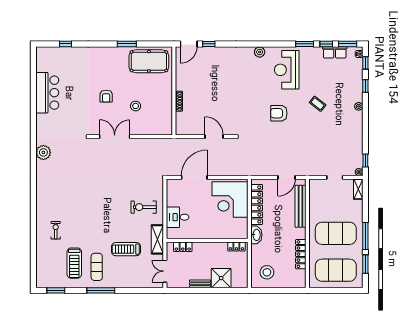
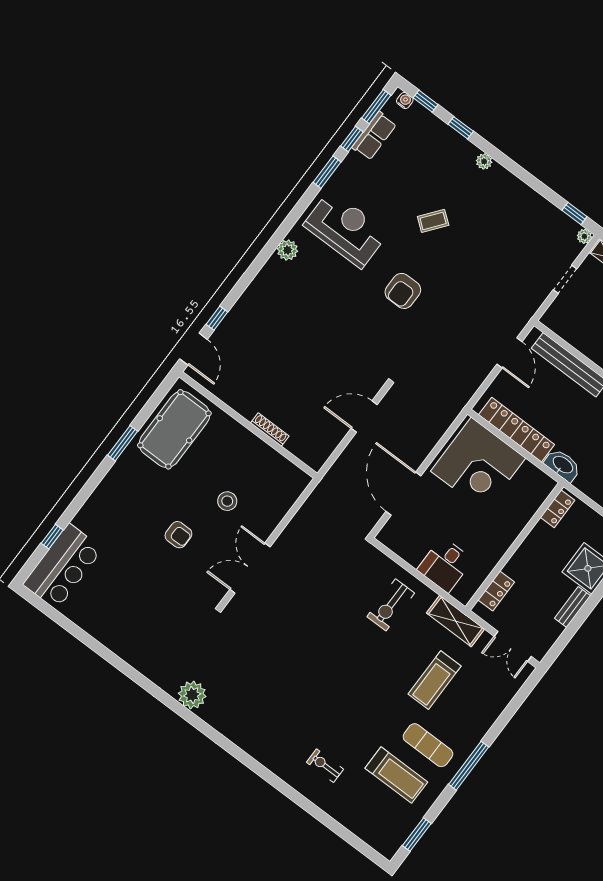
reception desk: (287, 70) -> (346, 229), turned 180
bar counter: (47, 93) -> (63, 567), moved, turned 90

